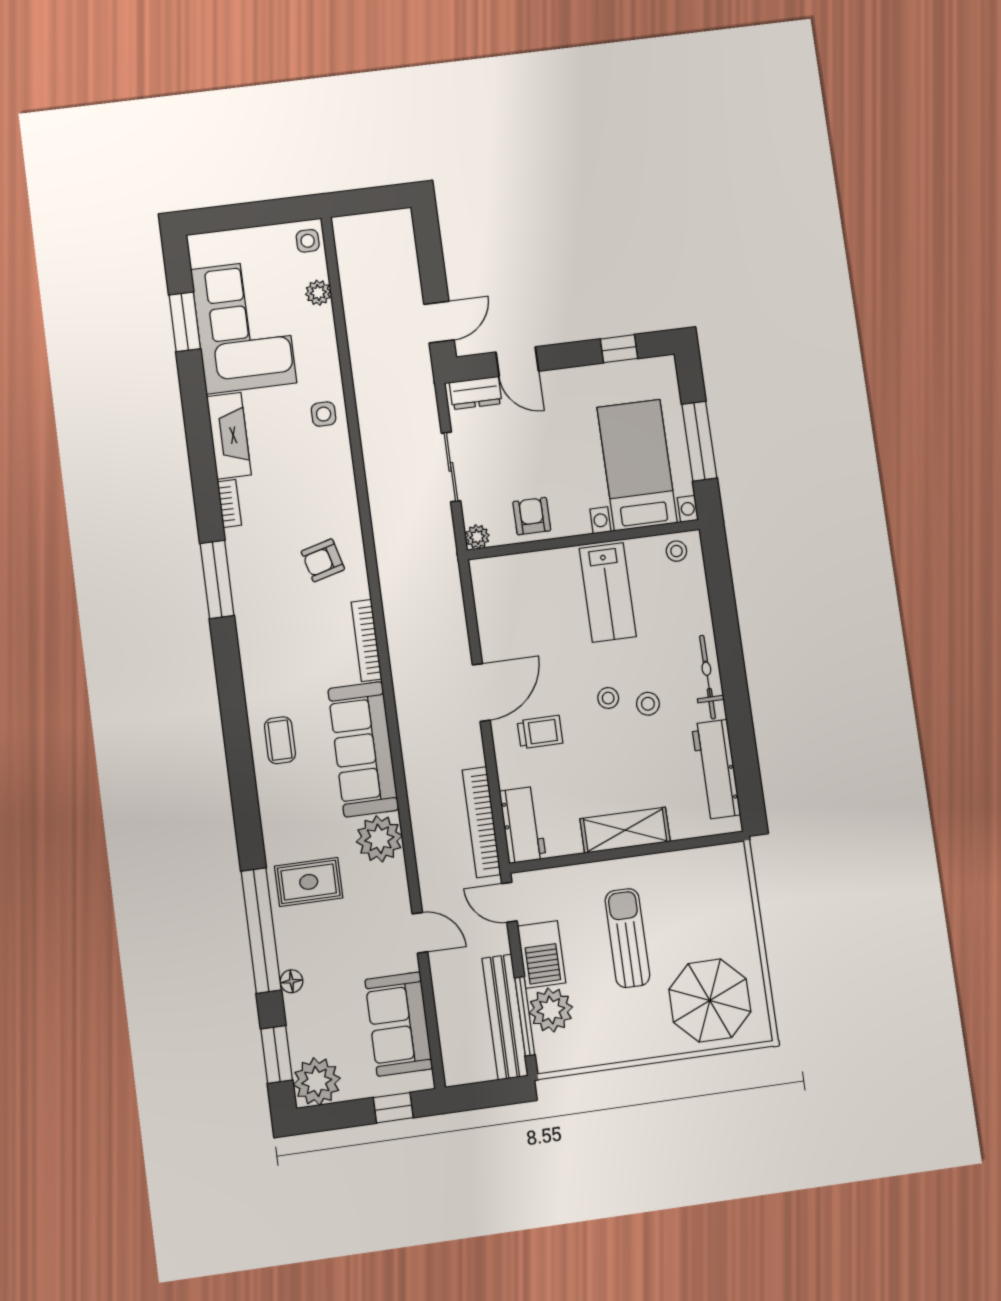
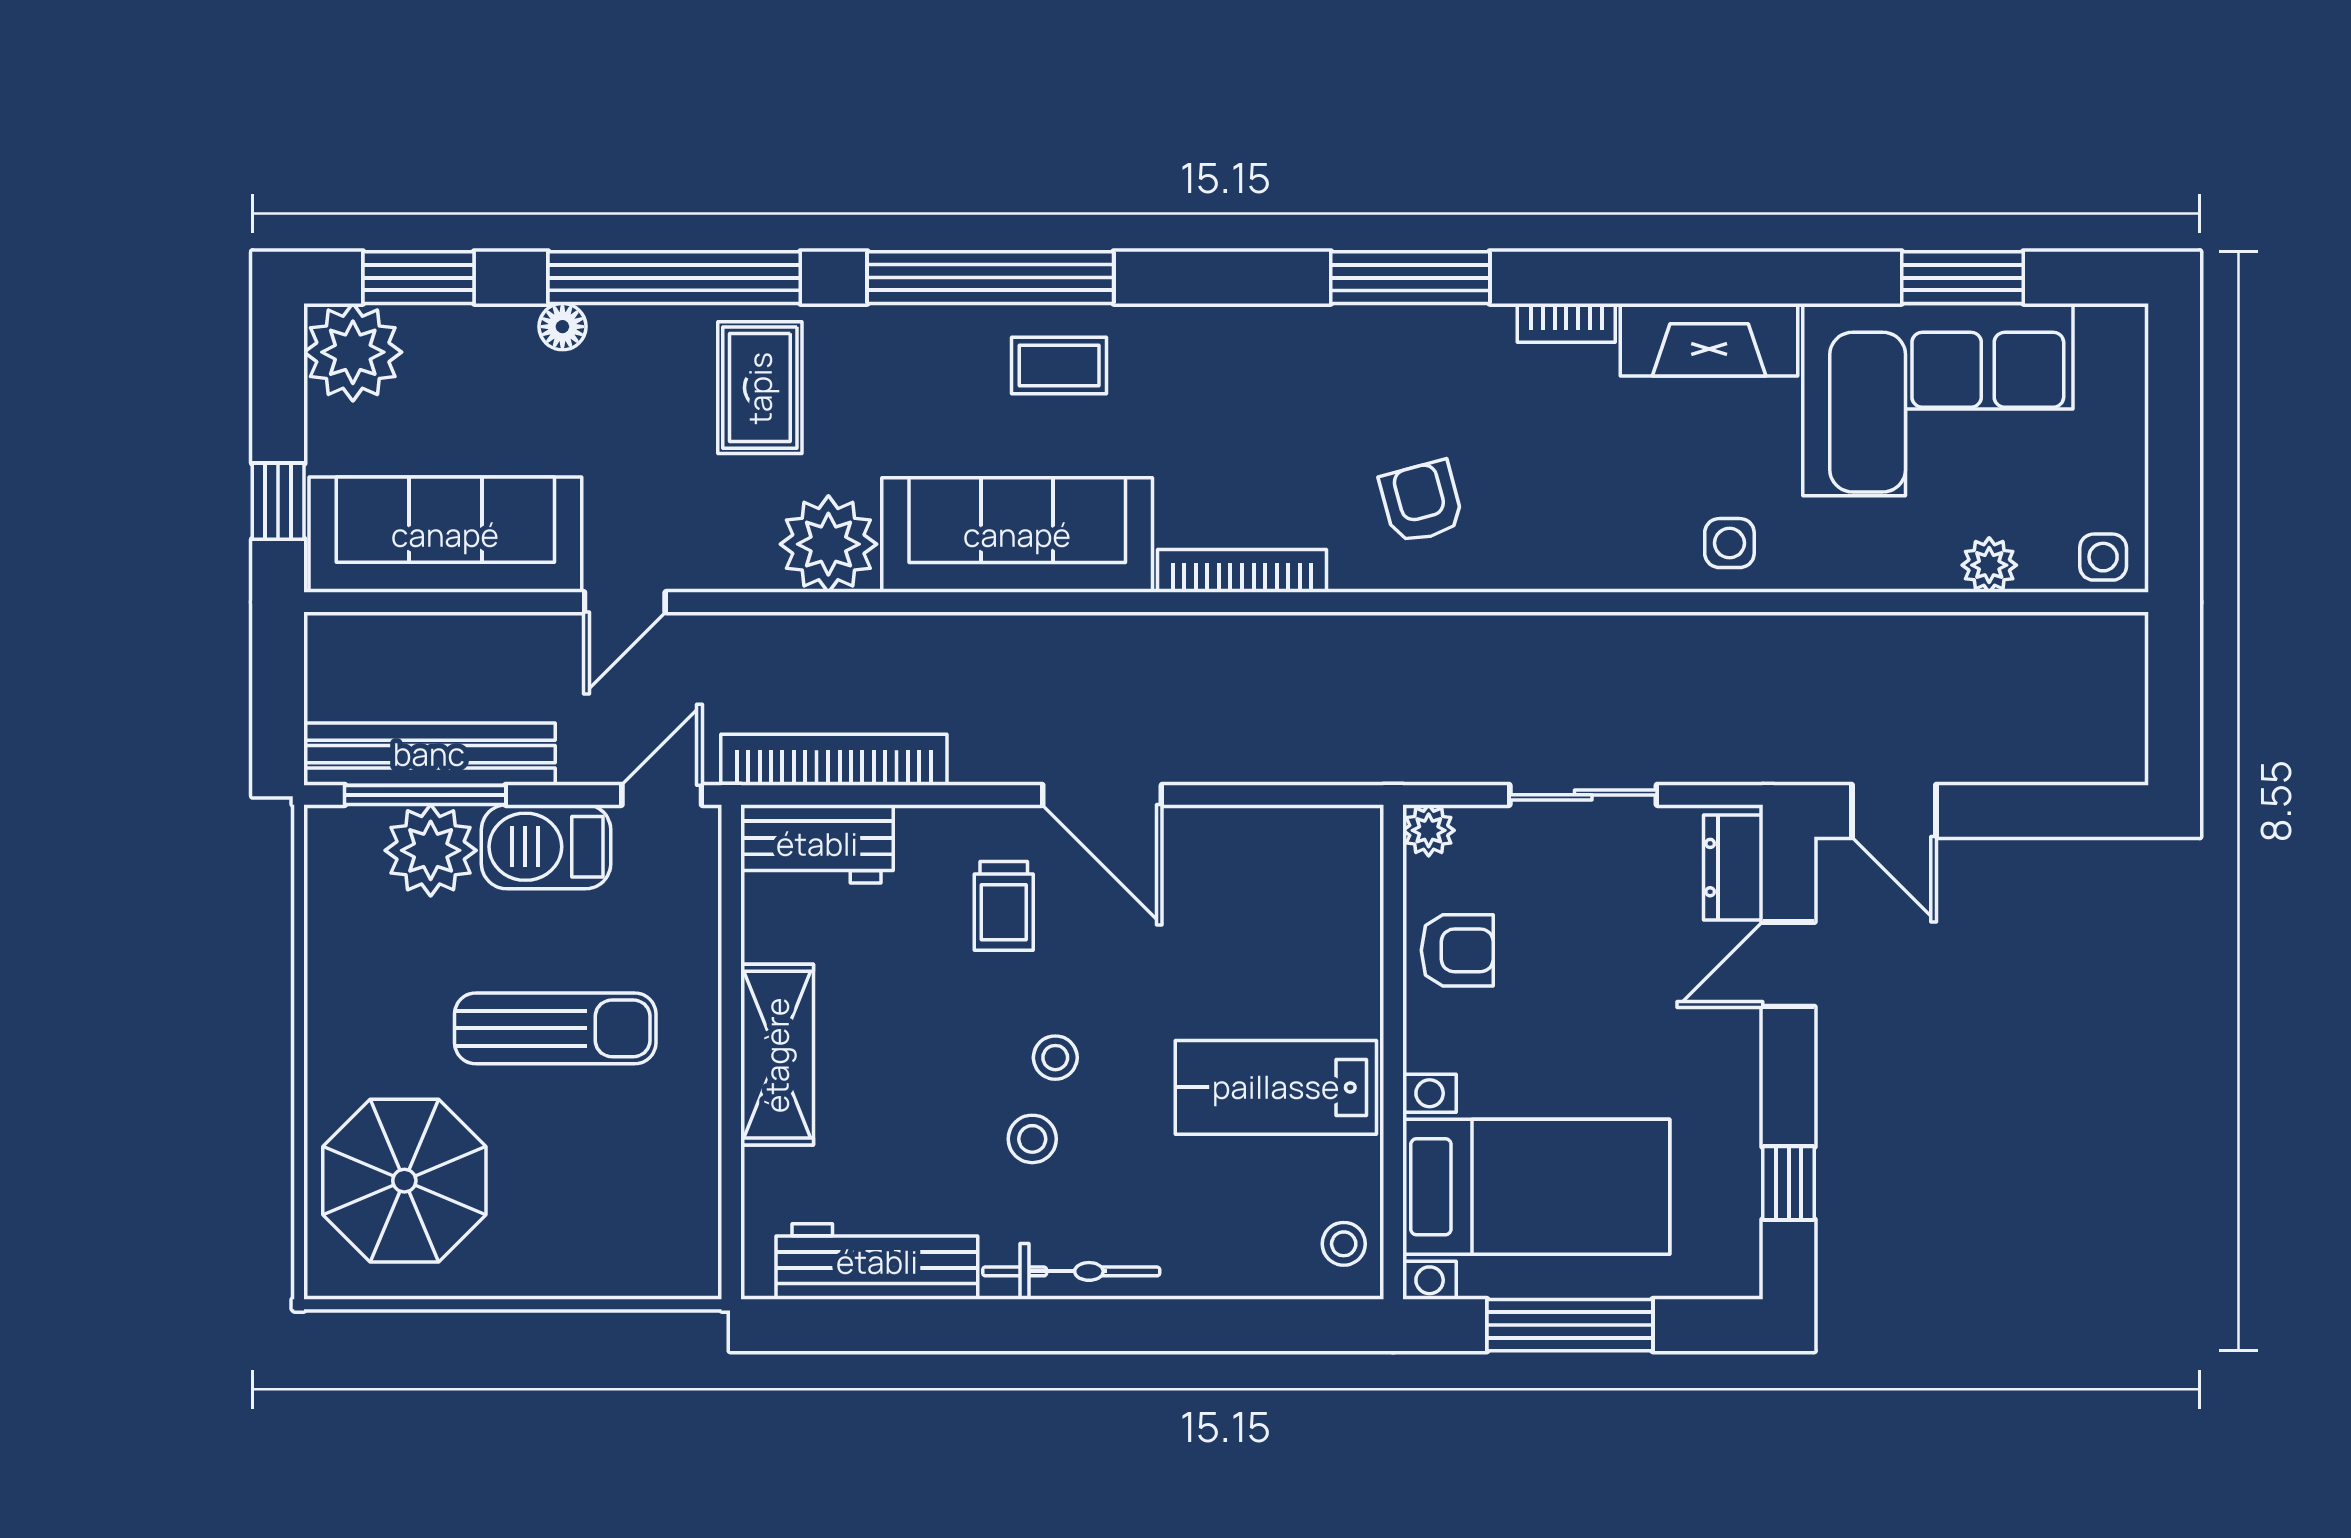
window: (242, 779) -> (990, 278), added
sofa: (399, 1024) -> (445, 535), width x1.36

